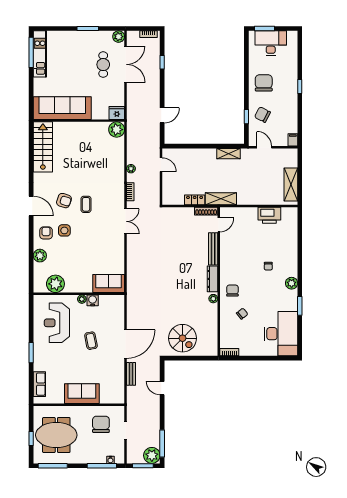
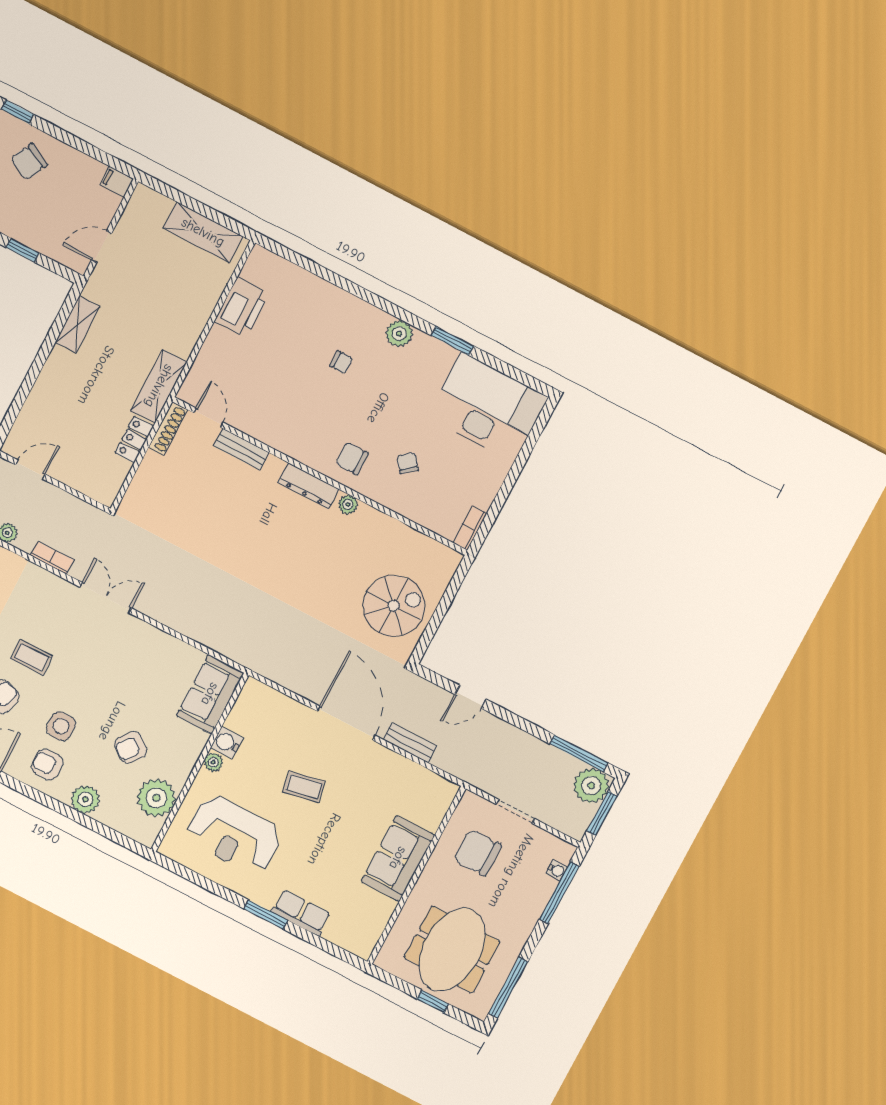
chair: (262, 115) -> (29, 162), moved
bench: (213, 249) -> (241, 449), width x0.73
armchair: (70, 263) -> (131, 747), added
row of seats: (39, 384) -> (301, 913), moved

